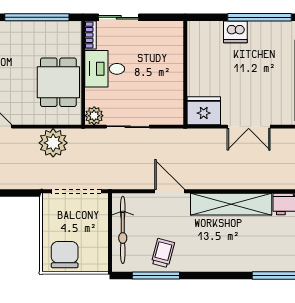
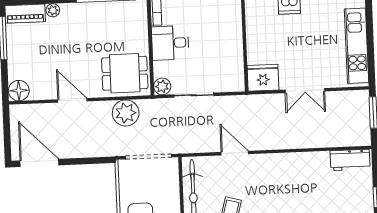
dining table: (58, 82) -> (125, 73), moved, turned 90
shelving: (231, 204) -> (292, 162), removed

